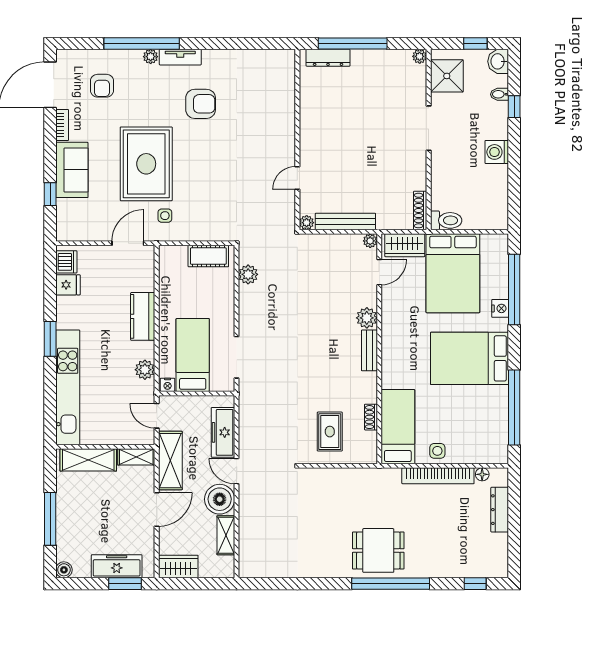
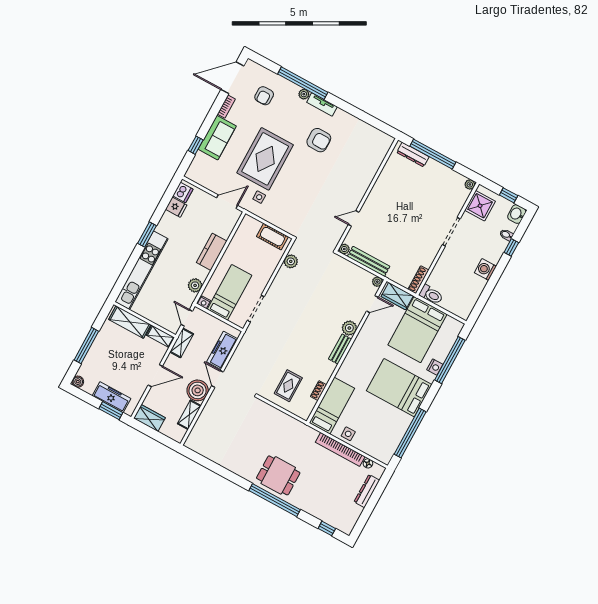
shelving: (170, 461) -> (182, 343), width x0.67, depth x0.75

